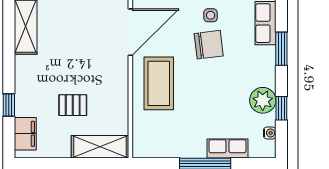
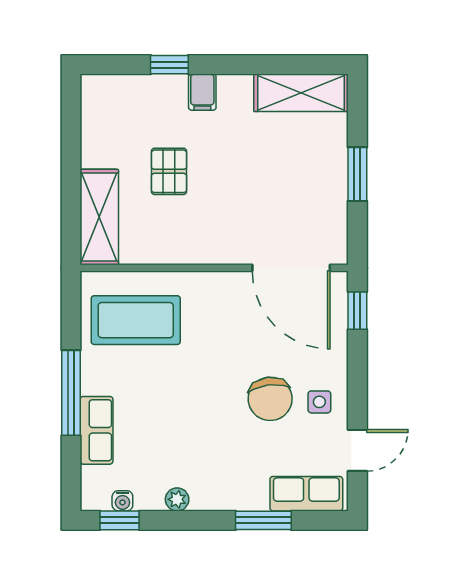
coffee table: (159, 83) -> (136, 320), moved
plant: (263, 100) -> (177, 499), width x0.53, depth x0.53
window: (281, 108) -> (119, 520), moved
filing cabinet: (25, 134) -> (202, 92), moved, width x0.50

